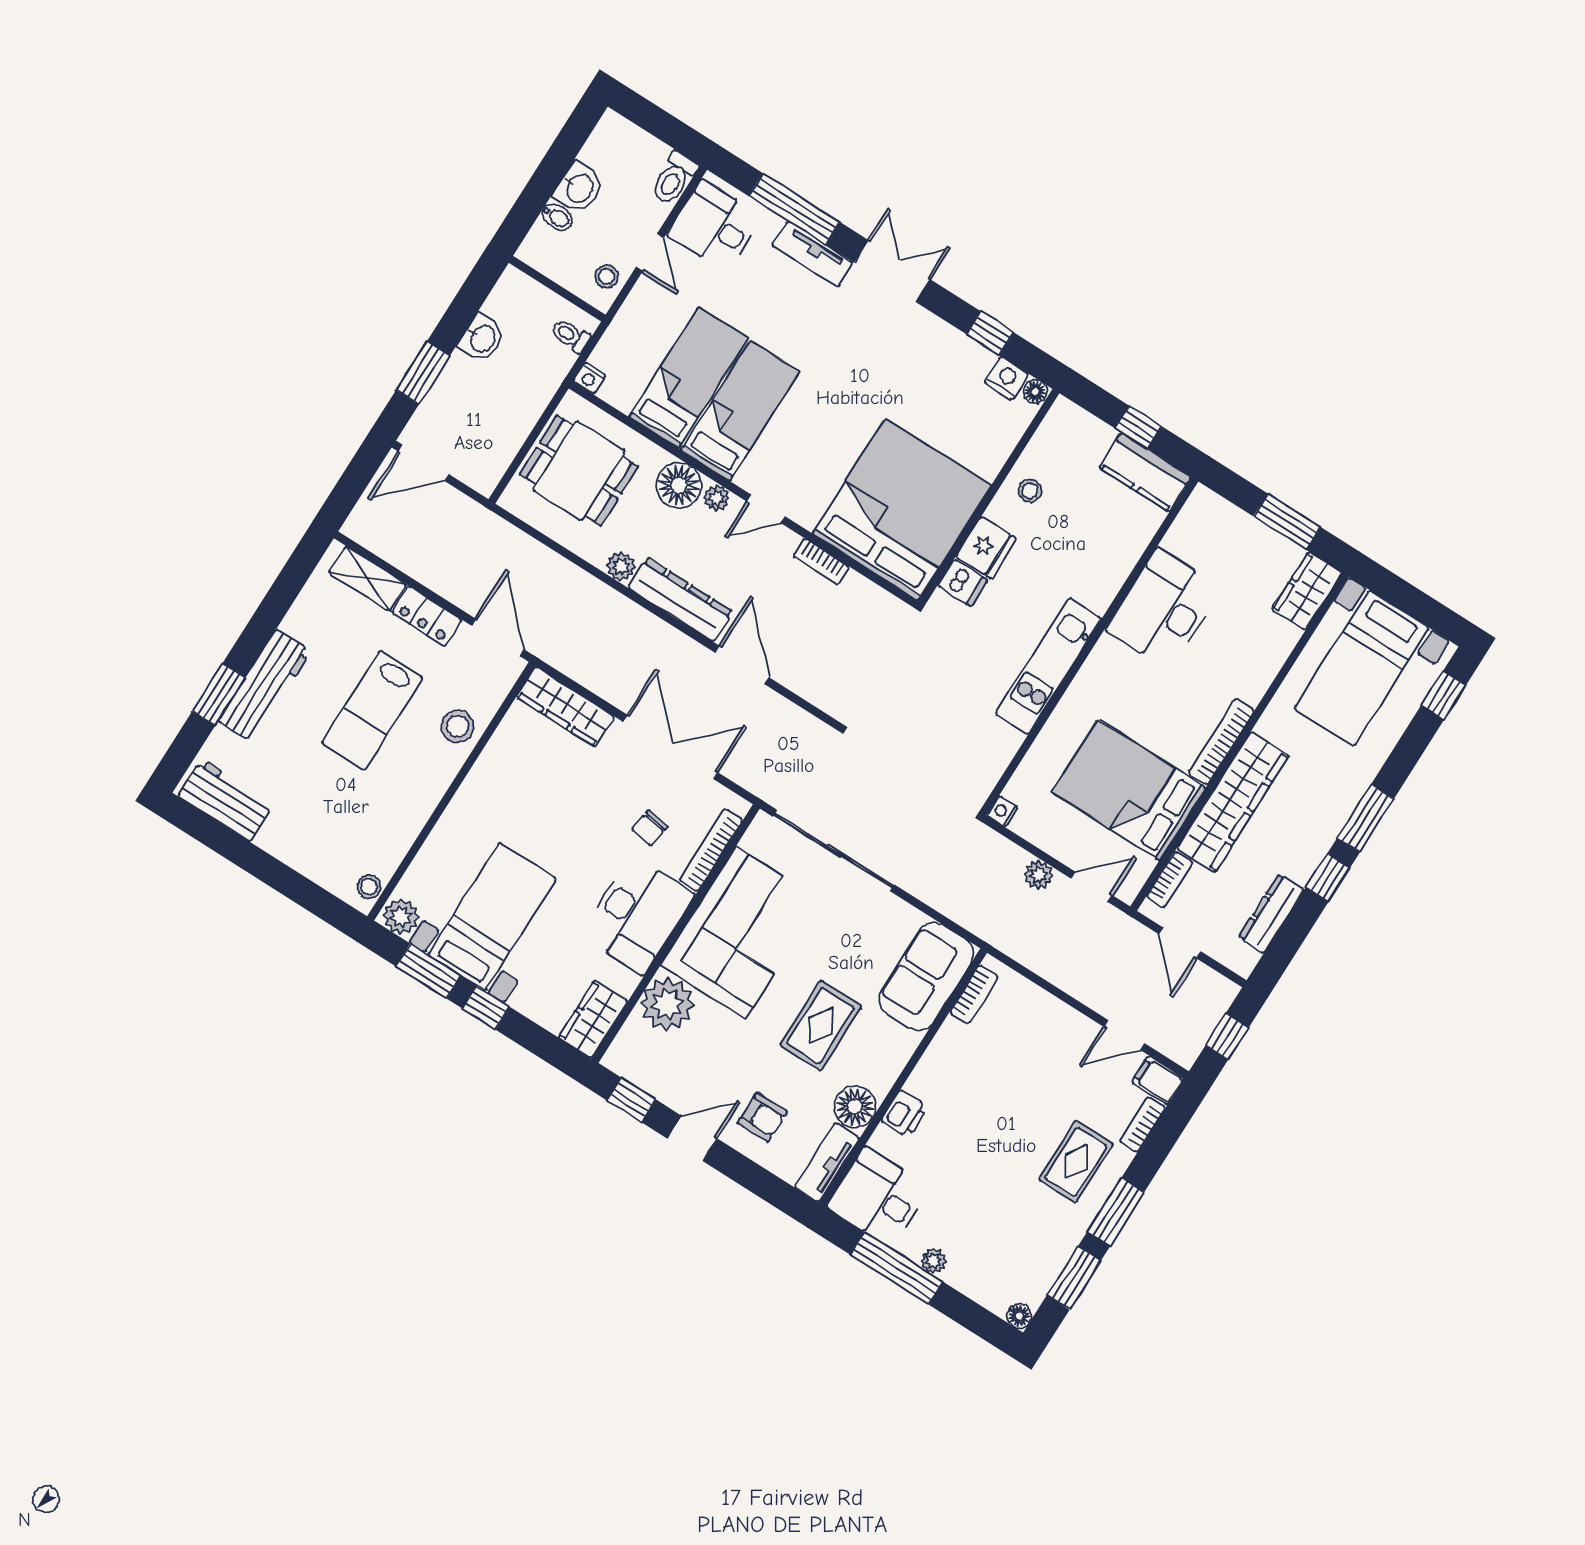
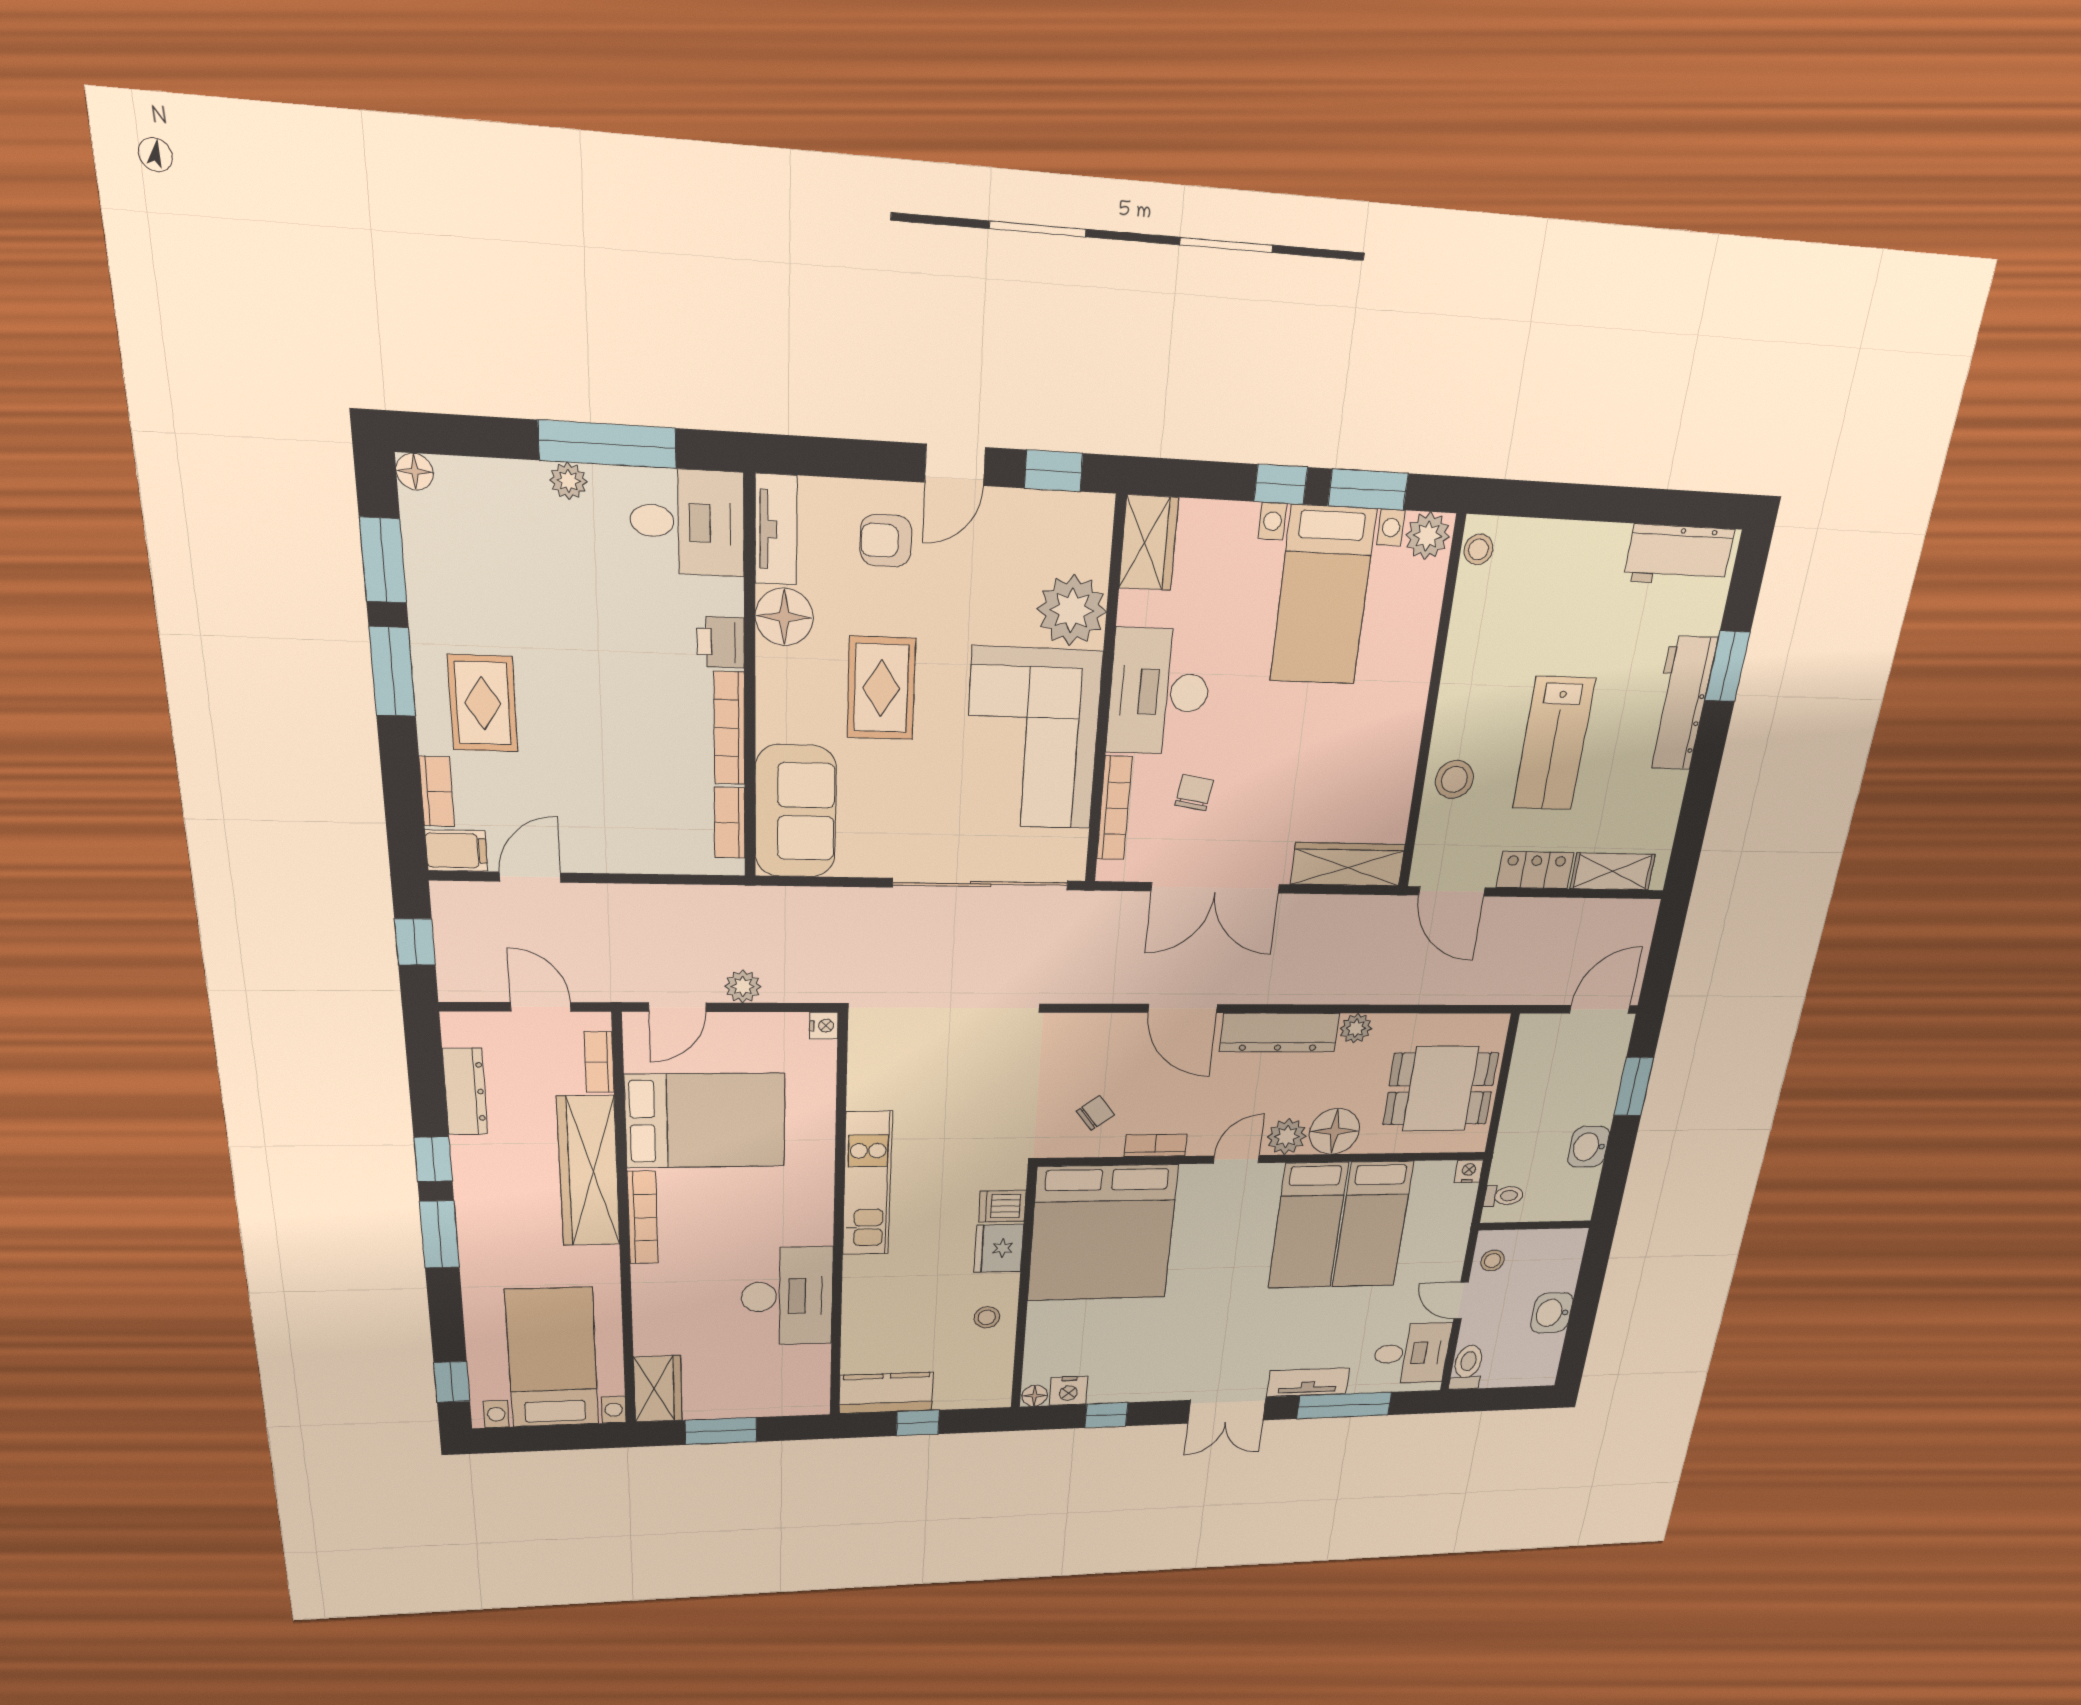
bidet: (557, 217) -> (1561, 1280), removed
plant: (717, 498) -> (1287, 1137), width x1.38, depth x1.38
chair: (851, 618) -> (1095, 1113), added
lab bench: (372, 710) -> (1554, 744), turned 180
bookcase: (934, 1057) -> (729, 728), added

